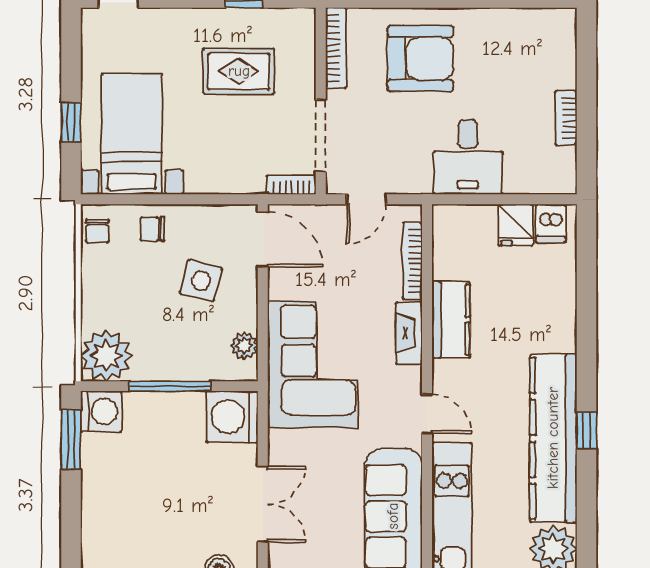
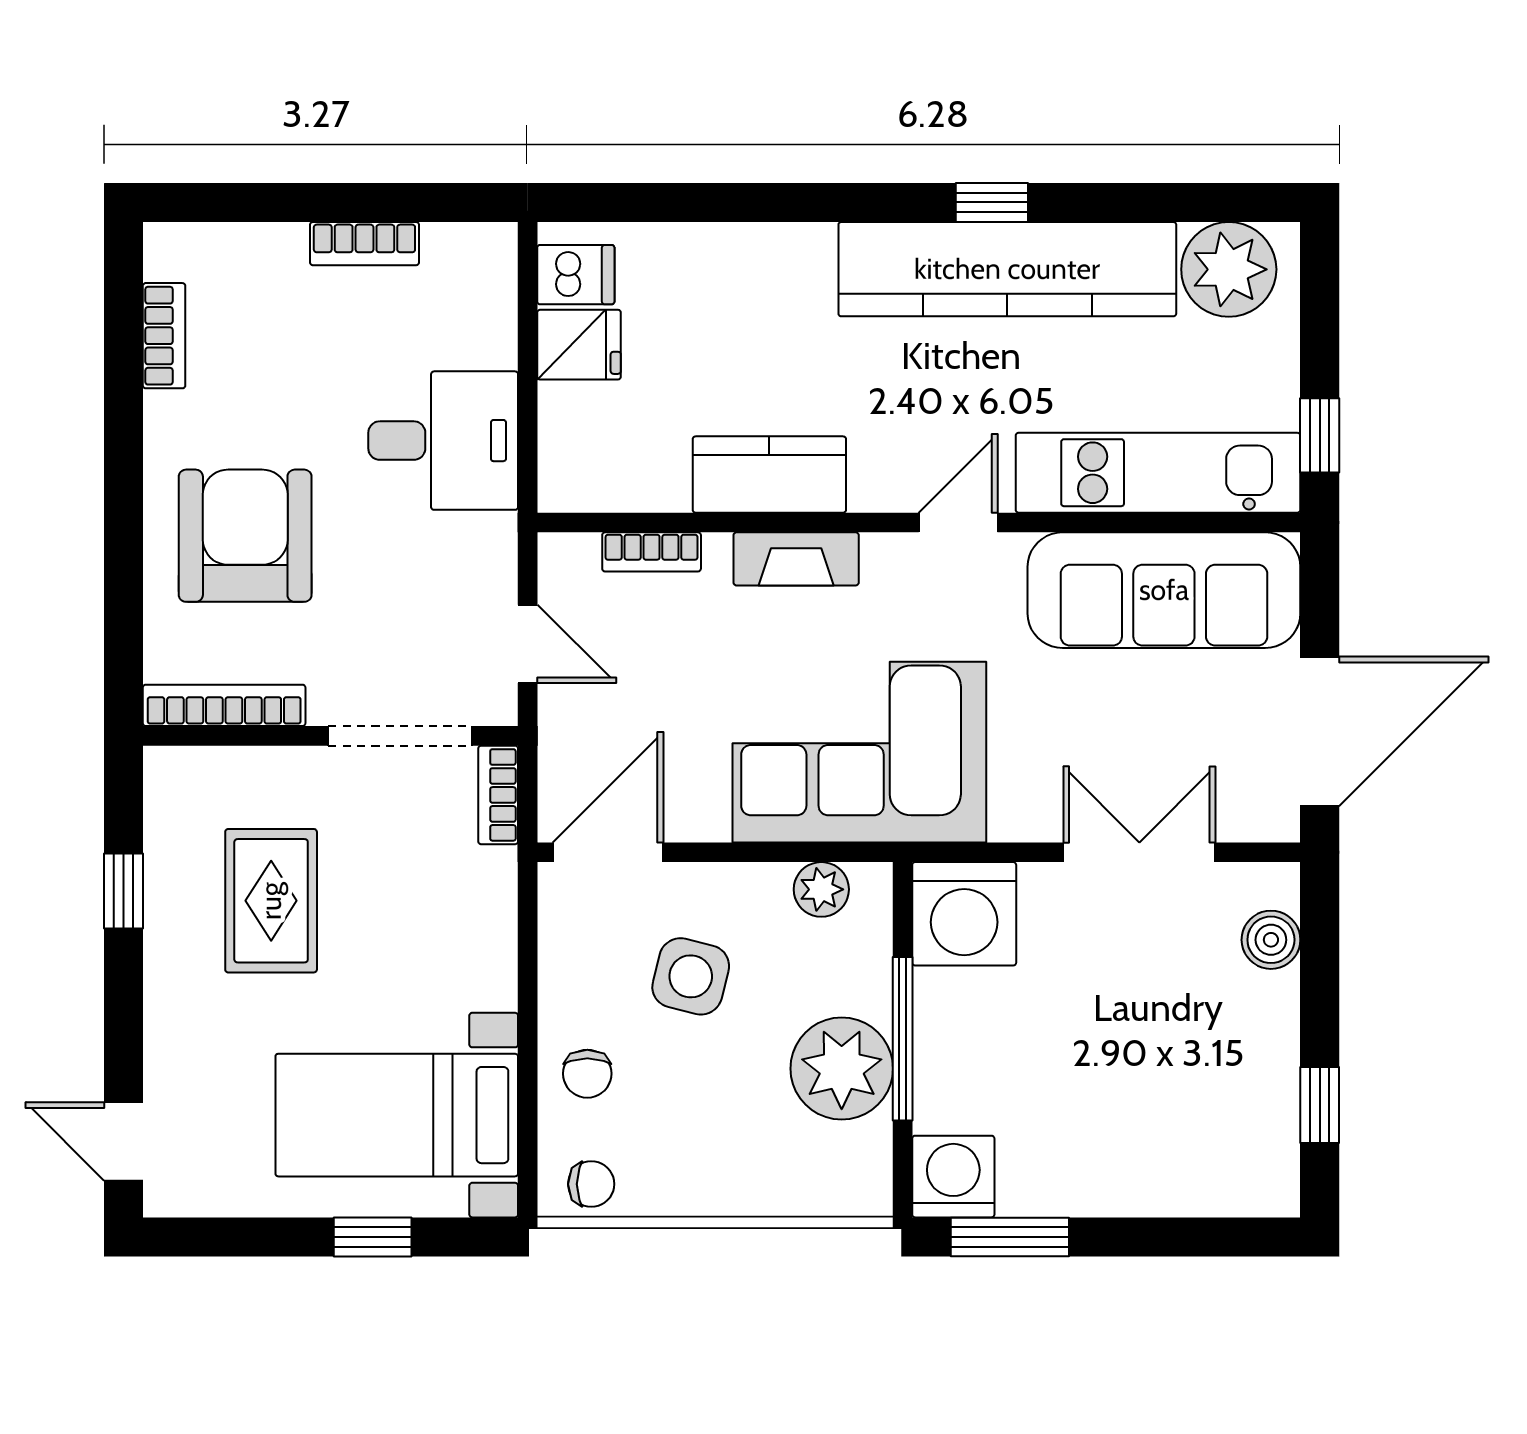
bookcase: (520, 18) -> (164, 336), added
bookcase: (412, 261) -> (652, 552), width x0.64
plant: (106, 356) -> (842, 1069), moved

